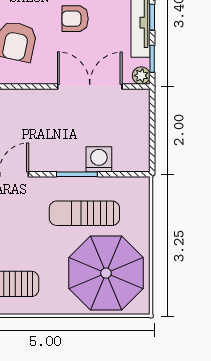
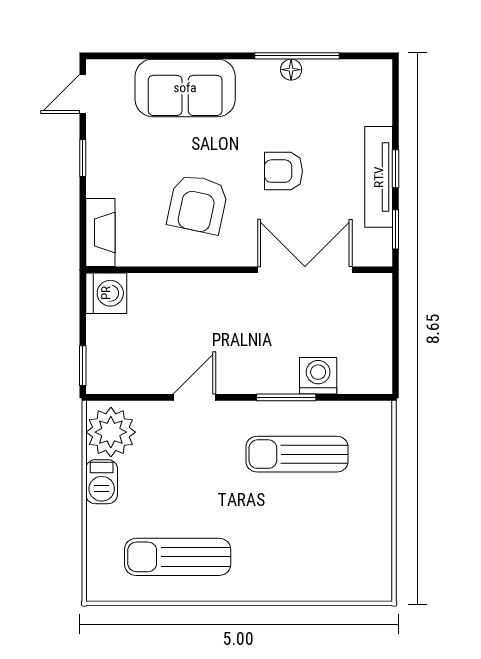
plant: (141, 76) -> (380, 254), removed
parasol: (106, 273) -> (328, 541), removed

